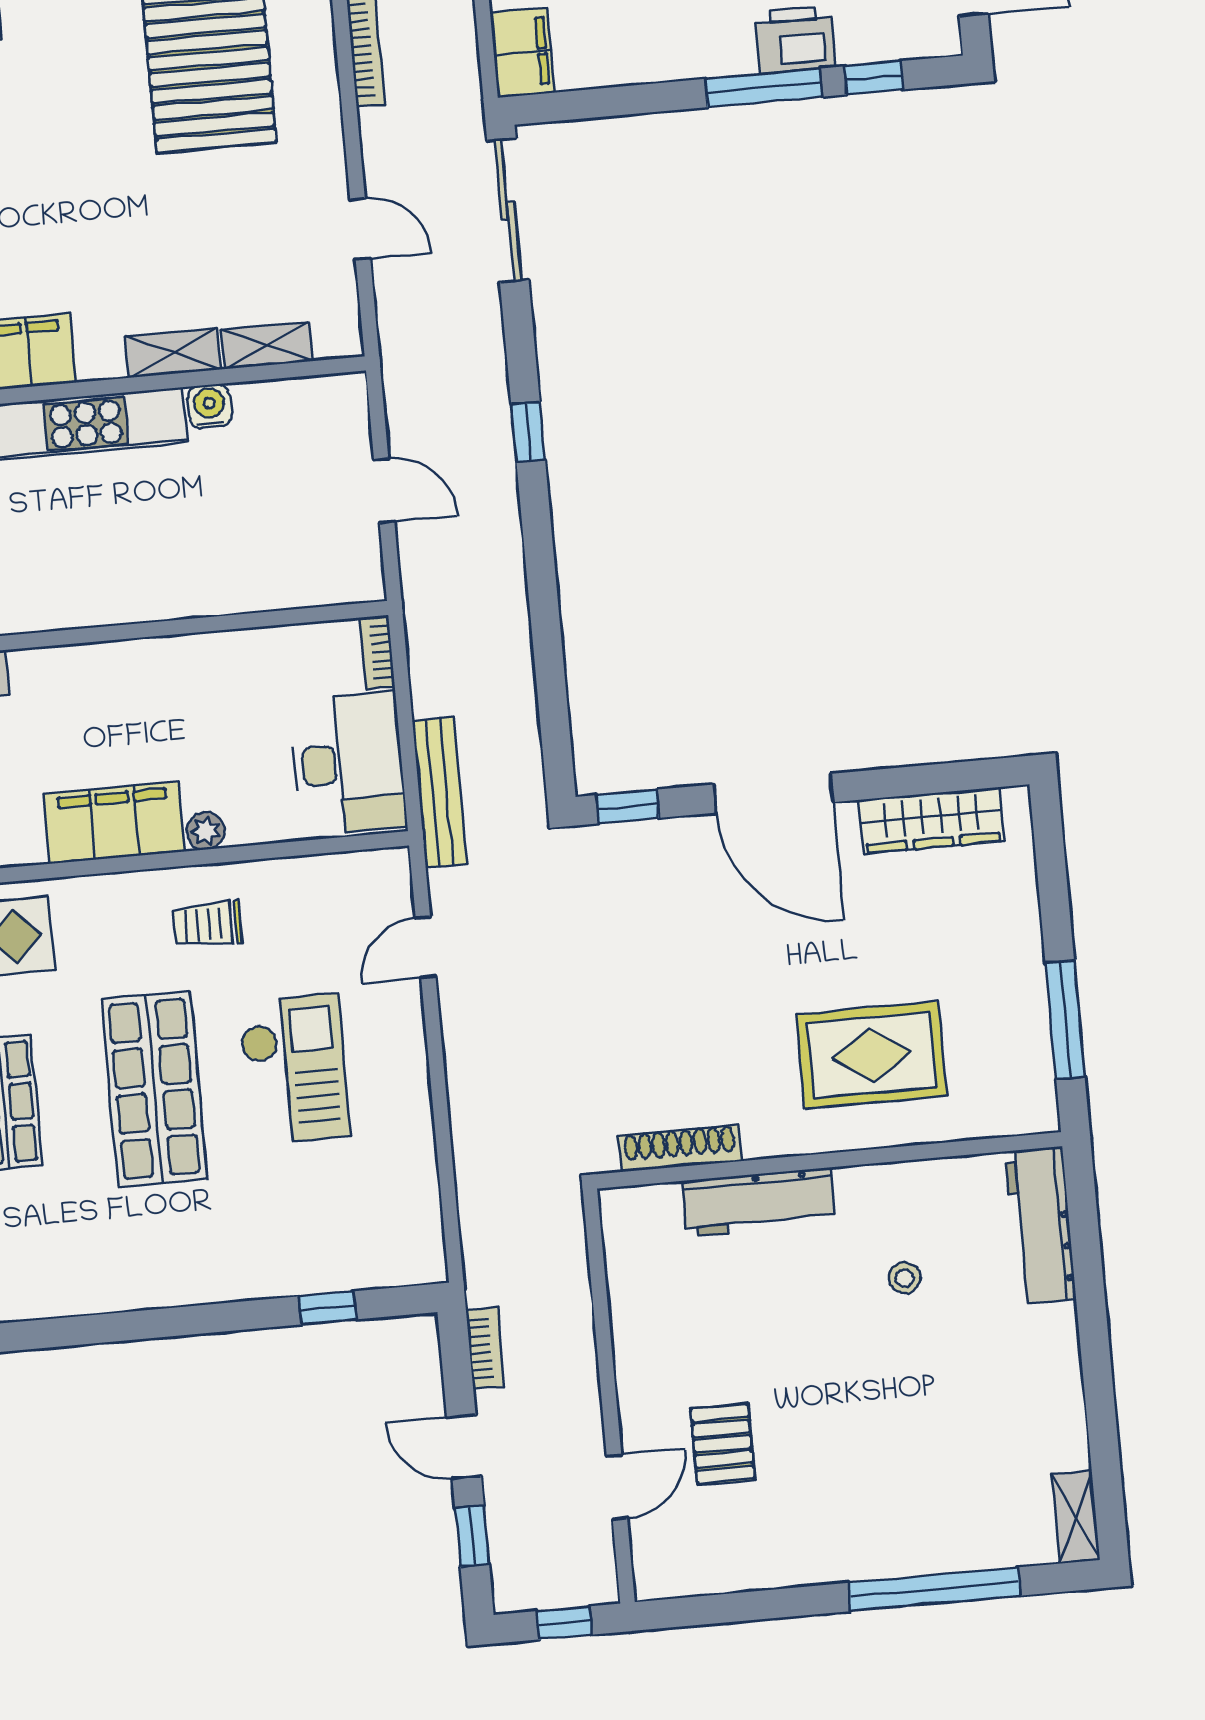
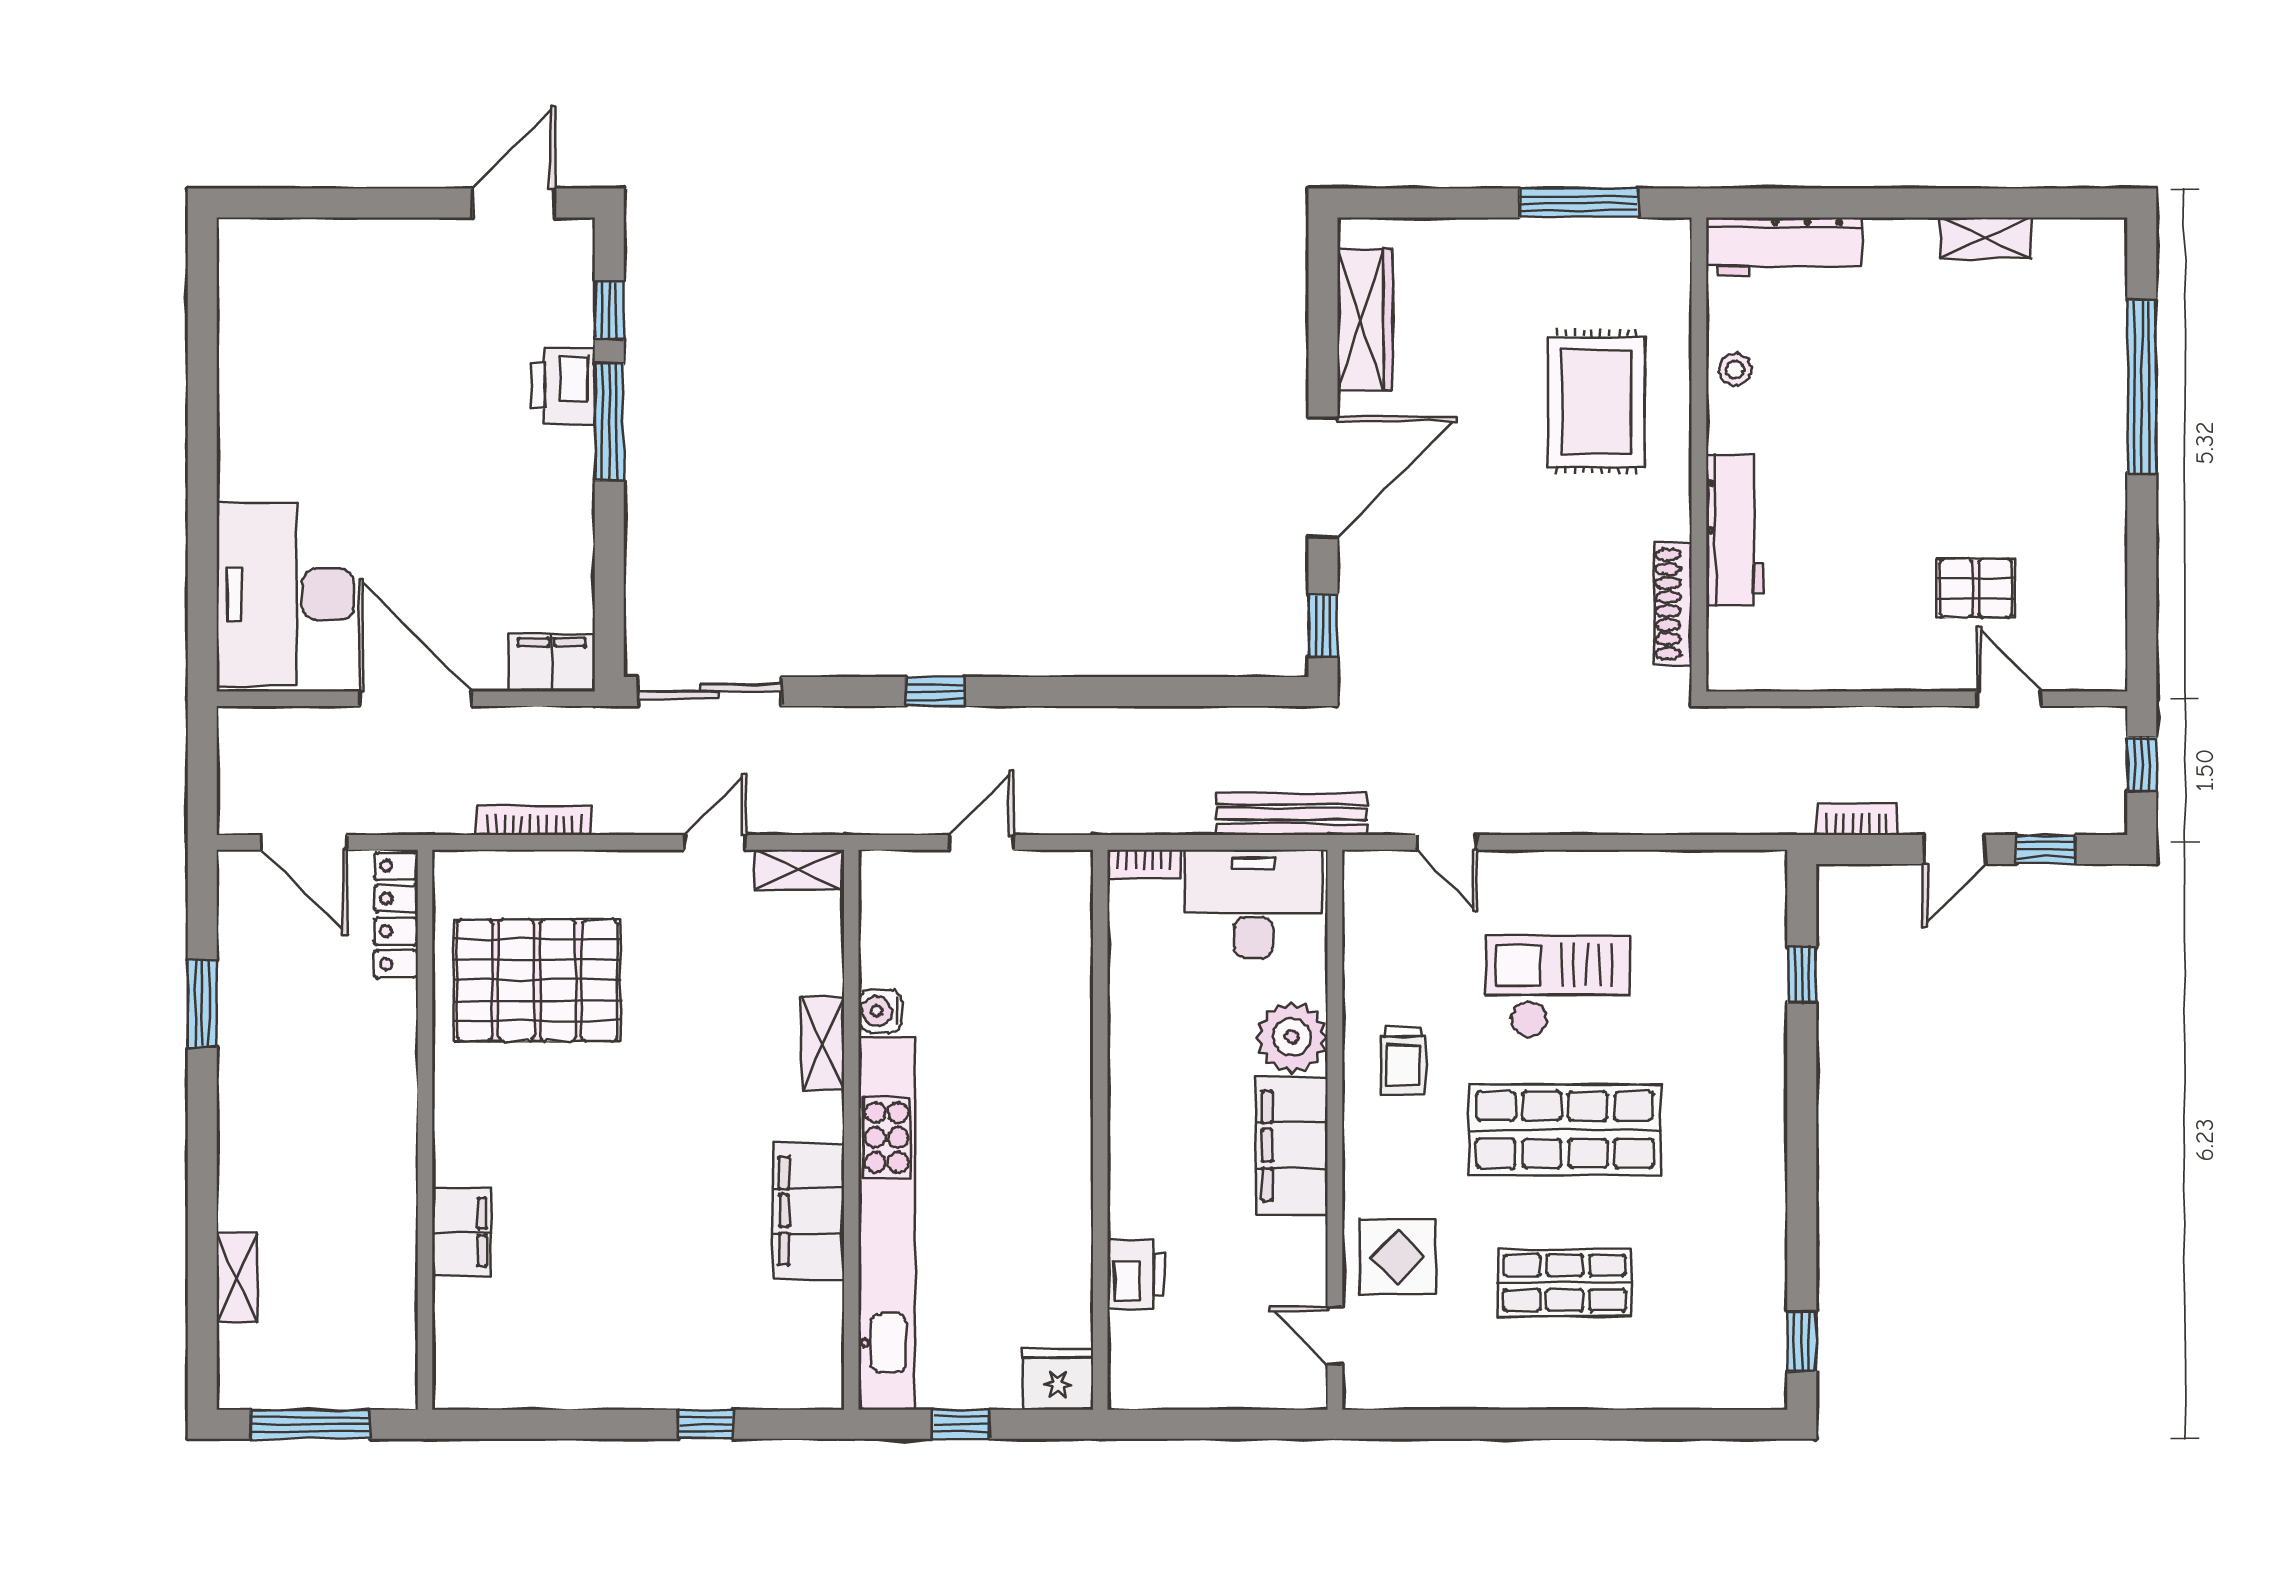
shelving: (267, 345) -> (799, 870), moved, turned 90
plant: (206, 831) -> (1292, 1037), width x1.88, depth x1.88
stool: (905, 1278) -> (1735, 369), moved
shelving: (1076, 1517) -> (1986, 238), moved

